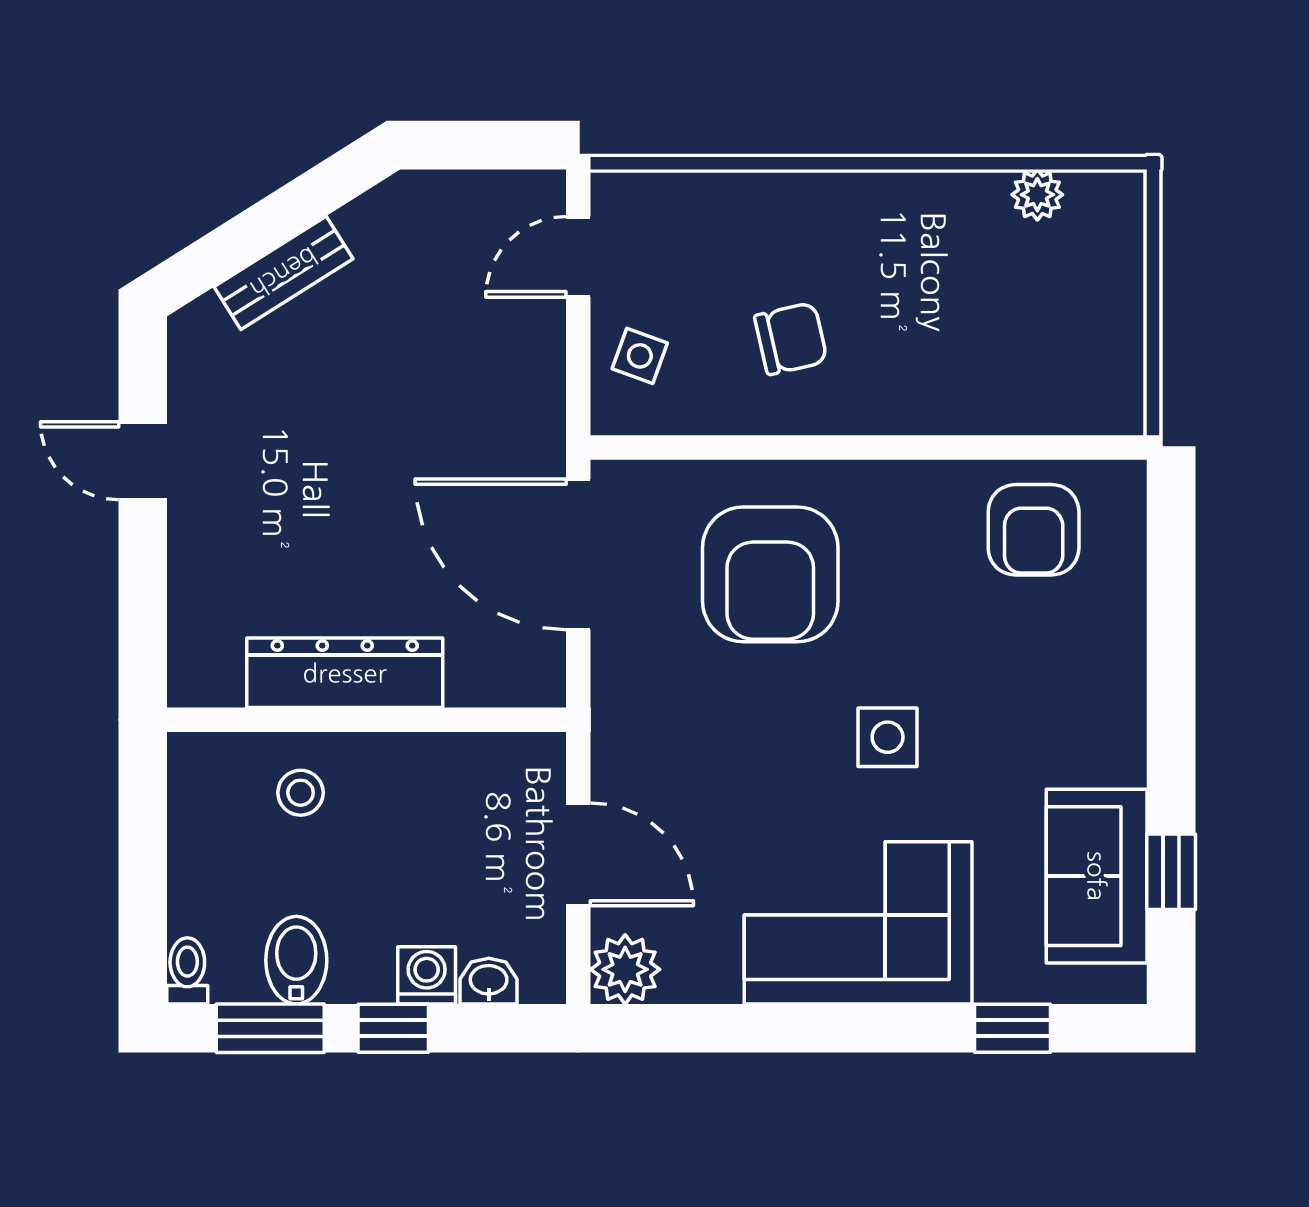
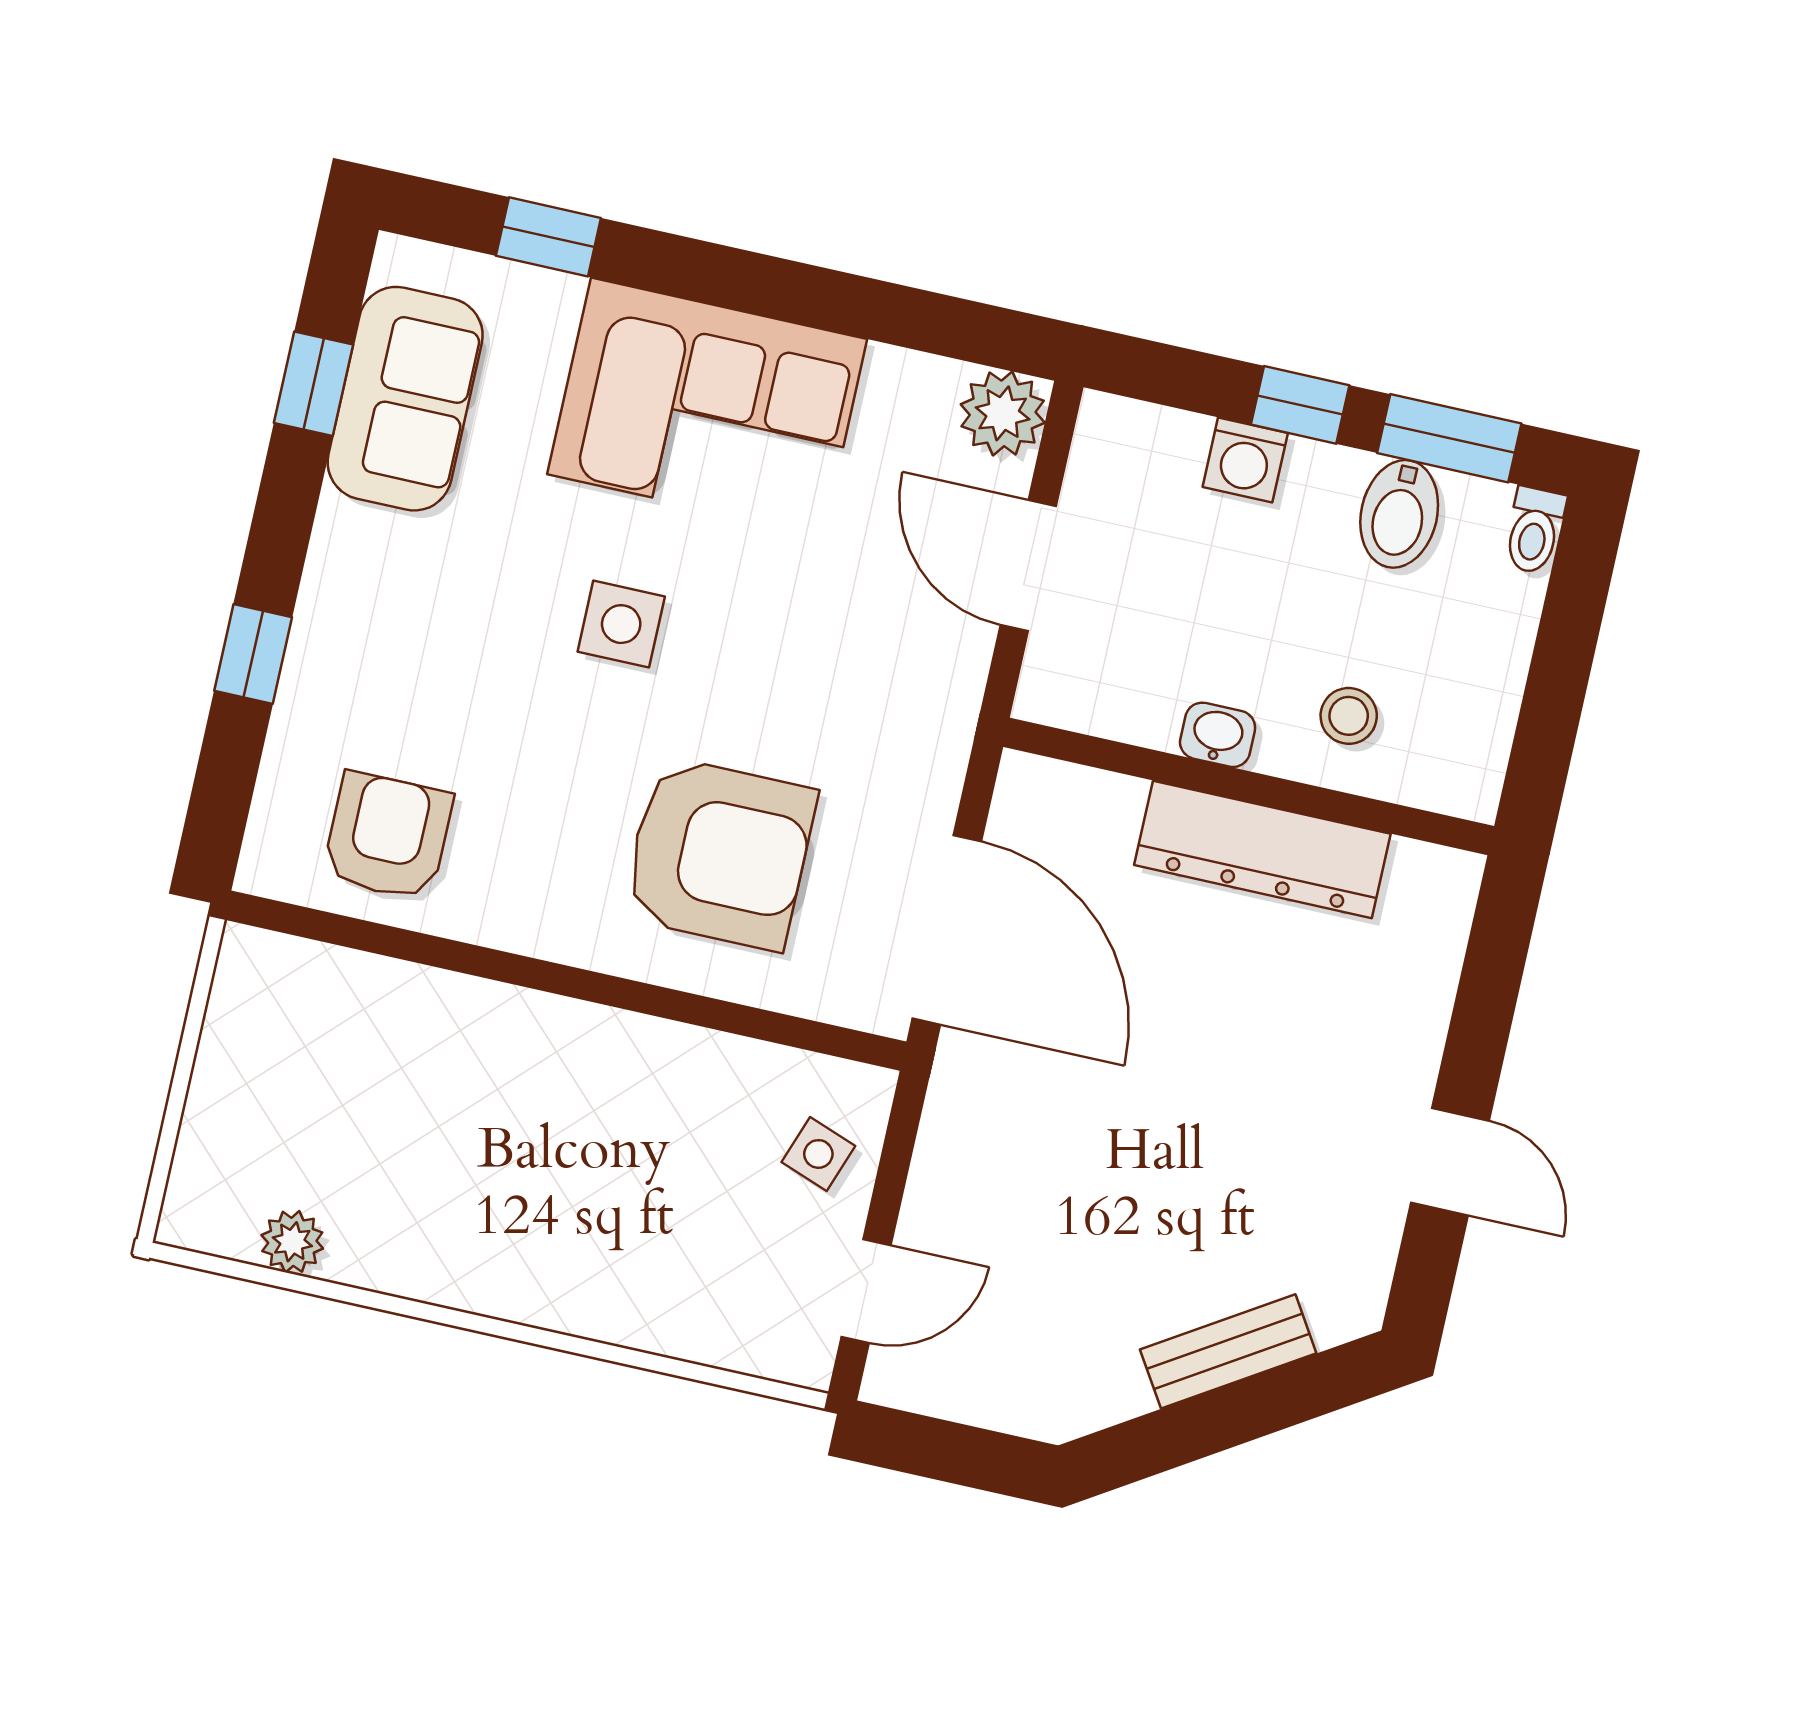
chair: (791, 339) -> (630, 1134), removed
armchair: (770, 574) -> (719, 853), turned 90
window: (1171, 649) -> (253, 654), added
washbasin: (489, 981) -> (1218, 735), moved, turned 180

